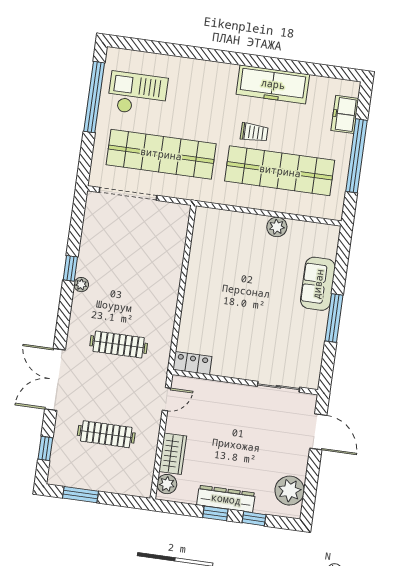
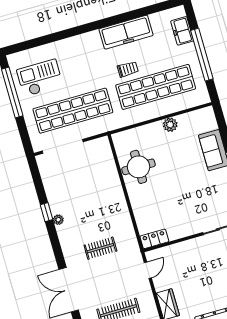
round table: (213, 263) -> (139, 167), added
clothes rail: (119, 345) -> (100, 248), width x0.73

